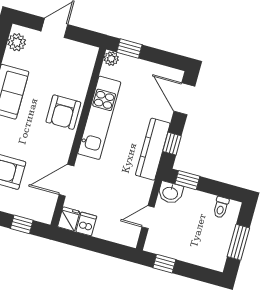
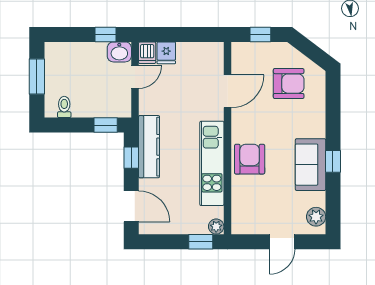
washbasin: (170, 193) -> (119, 52), moved, turned 180
fridge: (69, 219) -> (166, 53), moved
dishwasher: (86, 224) -> (147, 53), moved

